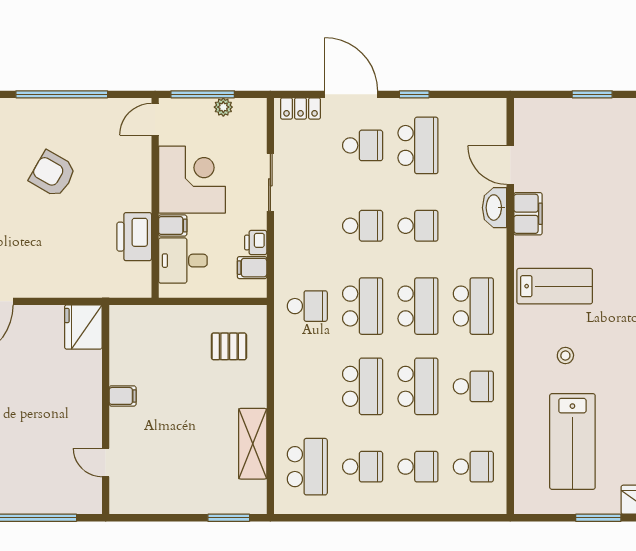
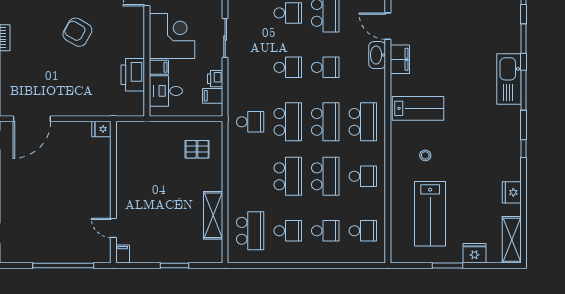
fridge: (83, 327) -> (101, 129), width x0.53, depth x0.75
filing cabinet: (123, 396) -> (123, 254), moved, turned -90
window: (229, 518) -> (174, 265), moved

